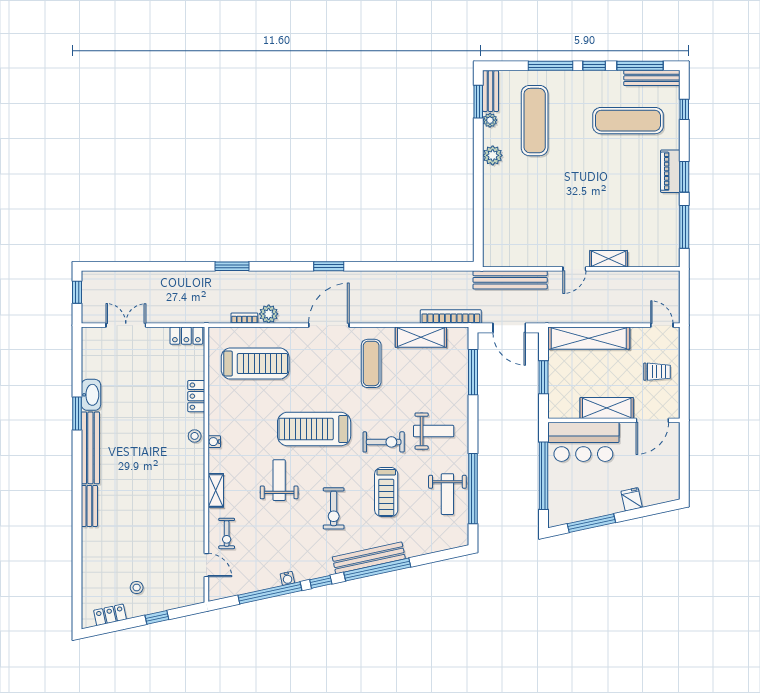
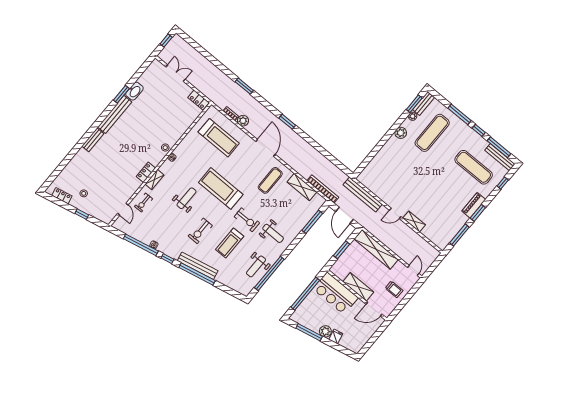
door: (329, 325) -> (266, 148), hinge flipped
locker: (196, 396) -> (146, 172), moved
plant: (612, 504) -> (325, 331), added

